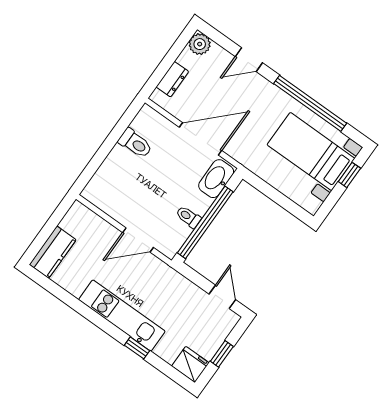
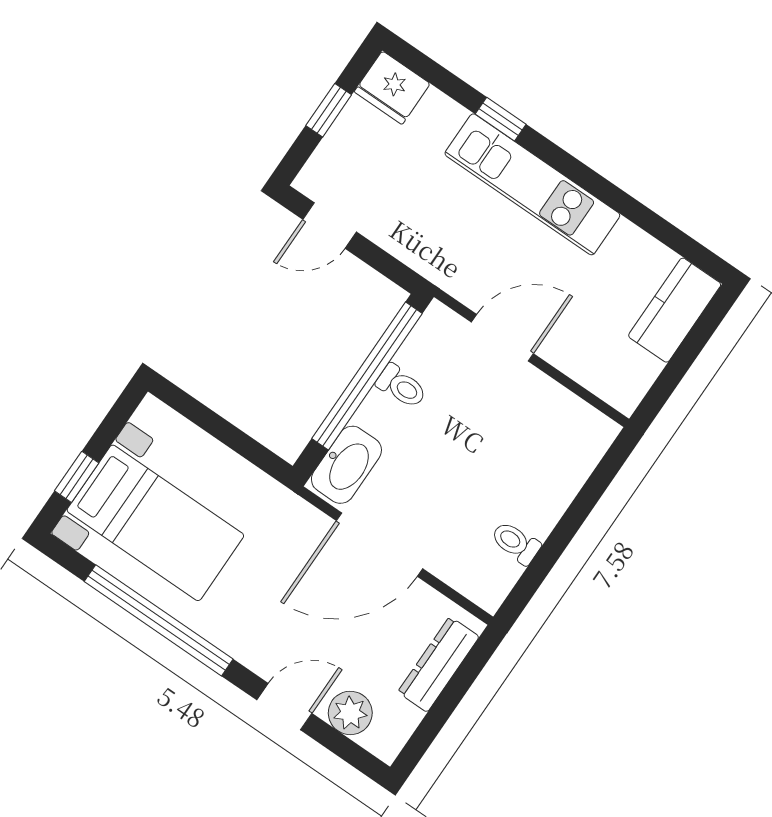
plant: (200, 44) -> (350, 713), moved
dresser: (172, 79) -> (439, 664), width x1.44
toilet: (135, 143) -> (516, 543), width x0.73, depth x0.72
door: (222, 297) -> (330, 226), hinge flipped

